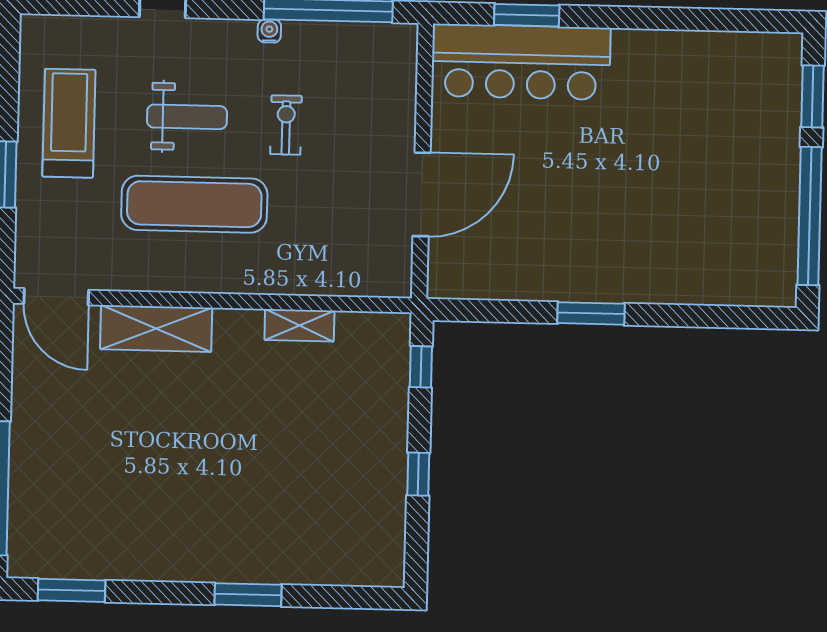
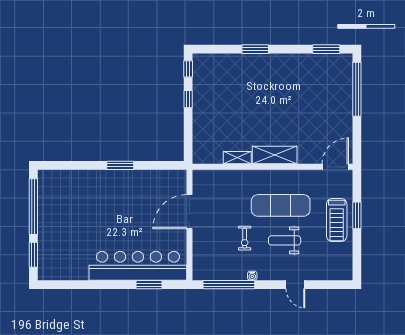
bar counter: (521, 62) -> (138, 266), width x1.36
treadmill: (69, 123) -> (337, 220), moved
door: (56, 297) -> (335, 167), hinge flipped
shelving: (156, 329) -> (275, 155), moved
window: (421, 367) -> (188, 69), moved

